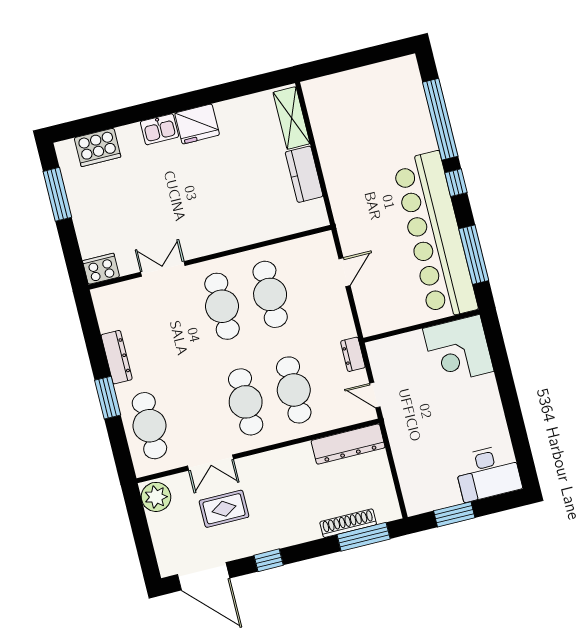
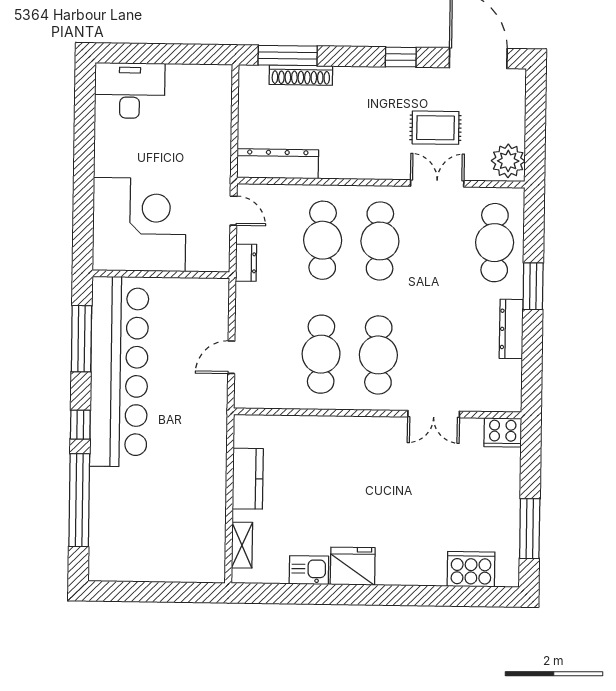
shelving: (291, 118) -> (242, 545), width x0.67, depth x0.75
kitchen sink: (159, 129) -> (309, 570), moved
corner desk: (458, 350) -> (139, 225), width x1.36, depth x1.36
window: (454, 514) -> (179, 54), removed

